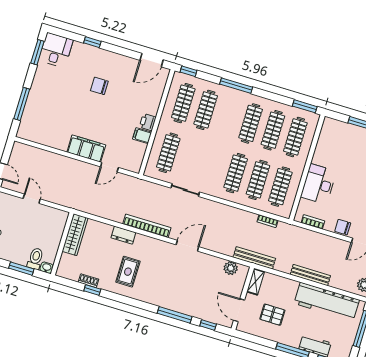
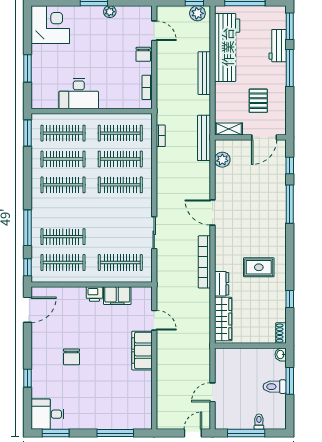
door: (152, 60) -> (28, 310), hinge flipped
window: (236, 86) -> (28, 228), moved
filing cabinet: (142, 136) -> (117, 296), width x2.00
desk: (318, 184) -> (79, 94), moved
wardrobe: (75, 235) -> (223, 319), moved, turned 90
toilet: (35, 259) -> (275, 387), moved
shoe rack: (88, 281) -> (281, 333), moved

